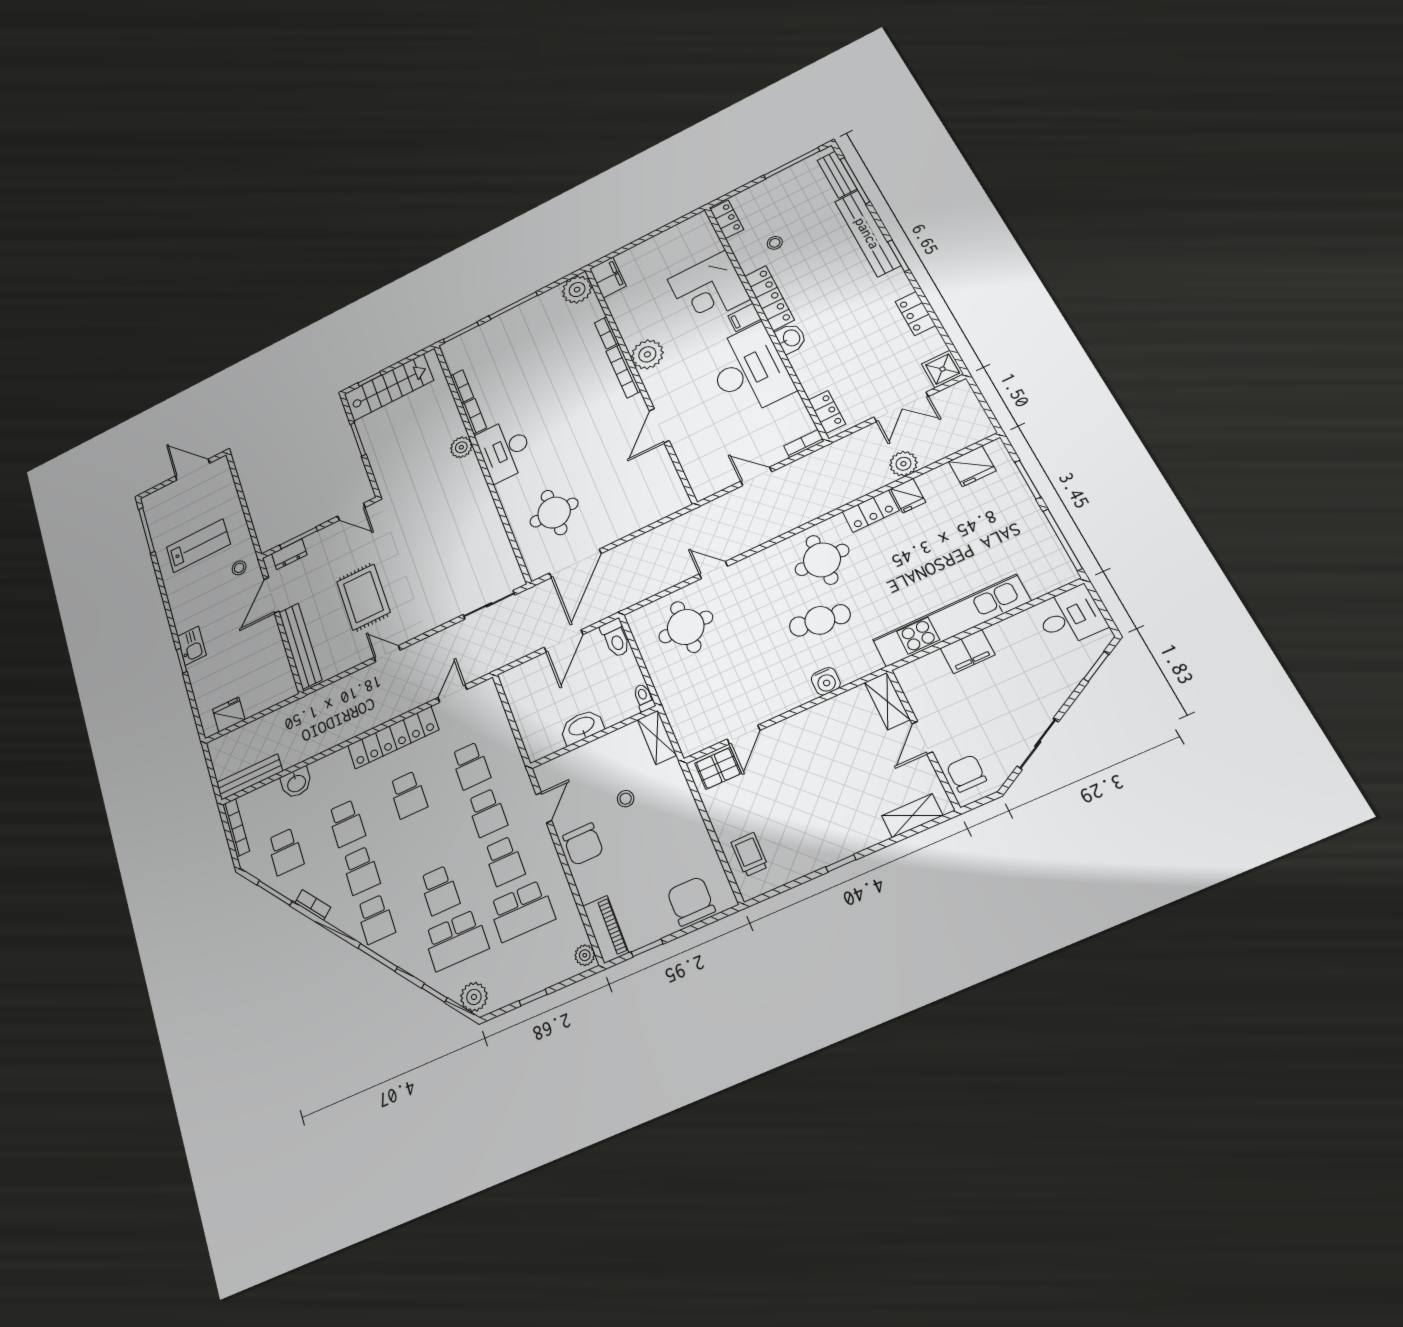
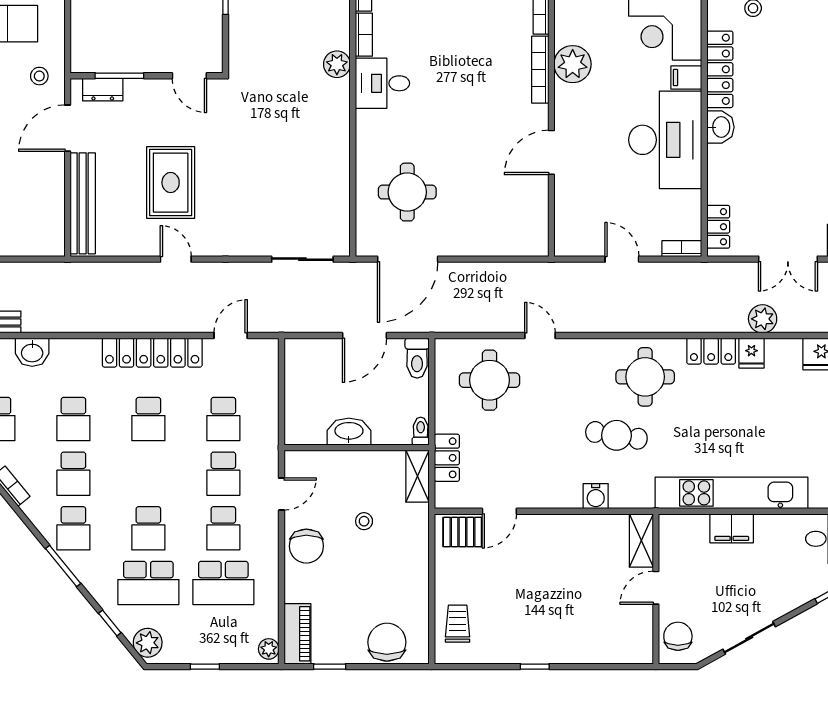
desk: (505, 450) -> (382, 83), width x0.73
locker: (676, 710) -> (447, 458), added
shelving: (912, 816) -> (615, 652), removed

